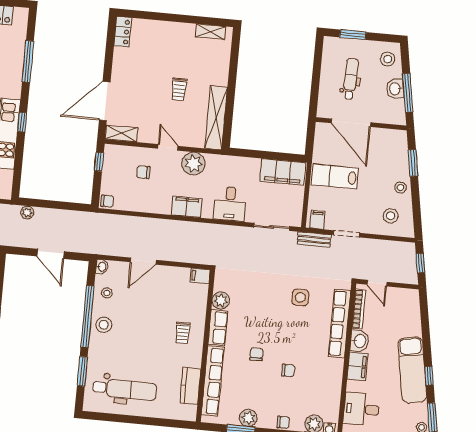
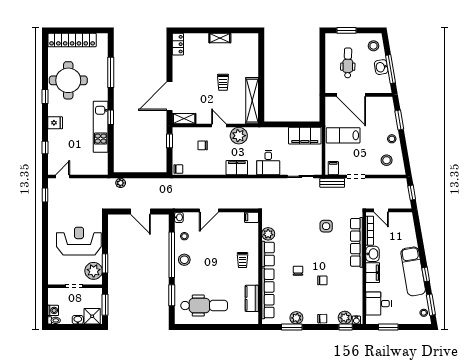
shelving: (211, 32) -> (220, 38), moved

